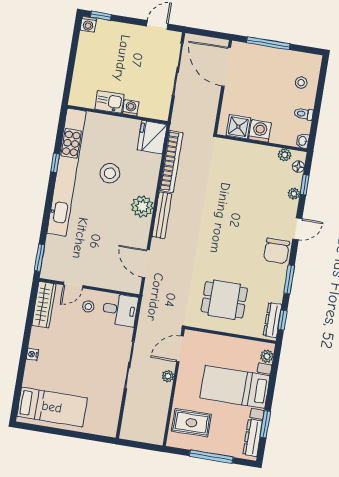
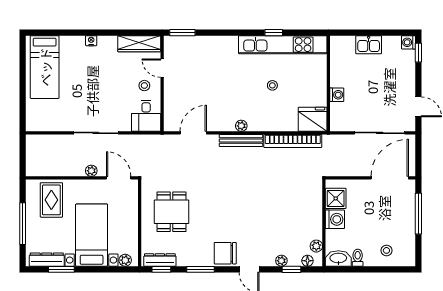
kitchen sink: (109, 102) -> (369, 45), moved, turned 90
washbasin: (303, 141) -> (338, 258), width x1.91, depth x1.45
kitchen unit: (67, 172) -> (283, 45), width x0.73
stool: (110, 173) -> (272, 85), width x0.53, depth x0.53
plant: (142, 206) -> (241, 126), width x0.53, depth x0.53

